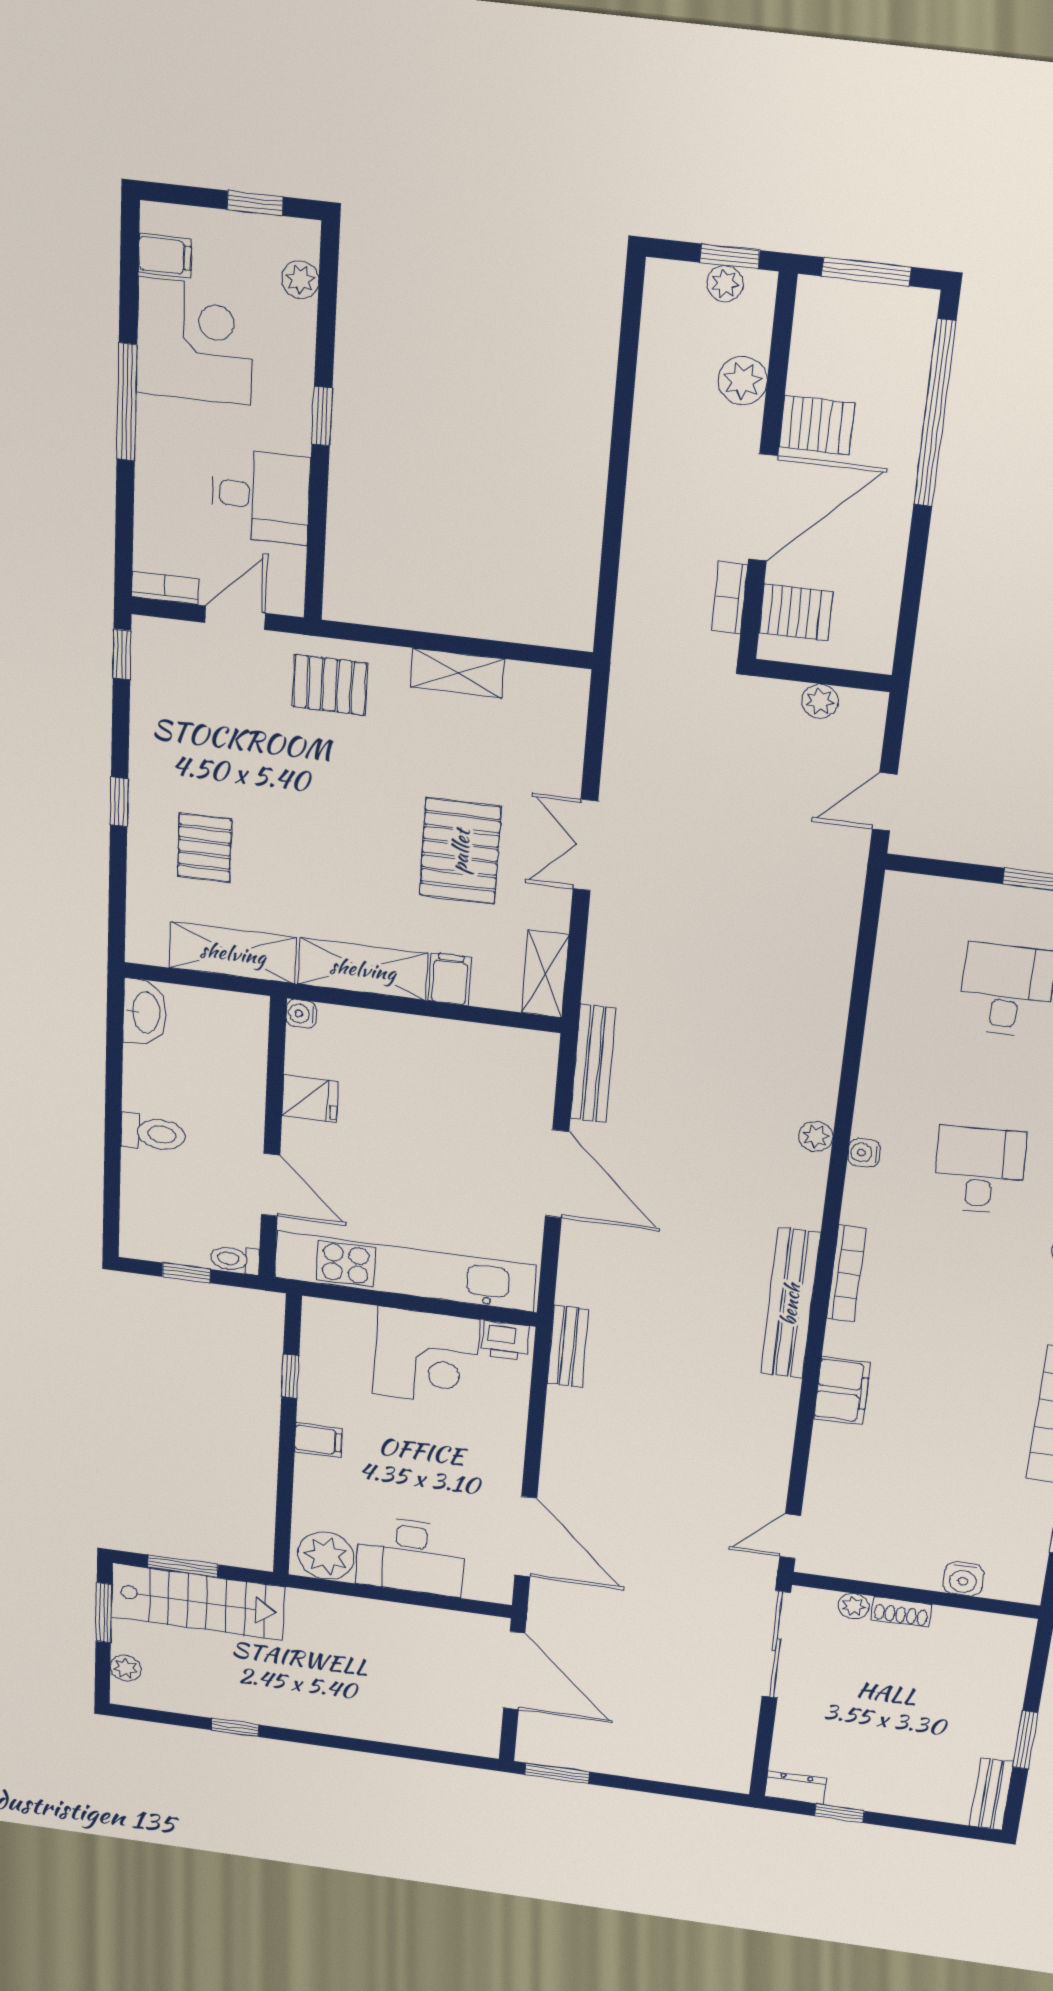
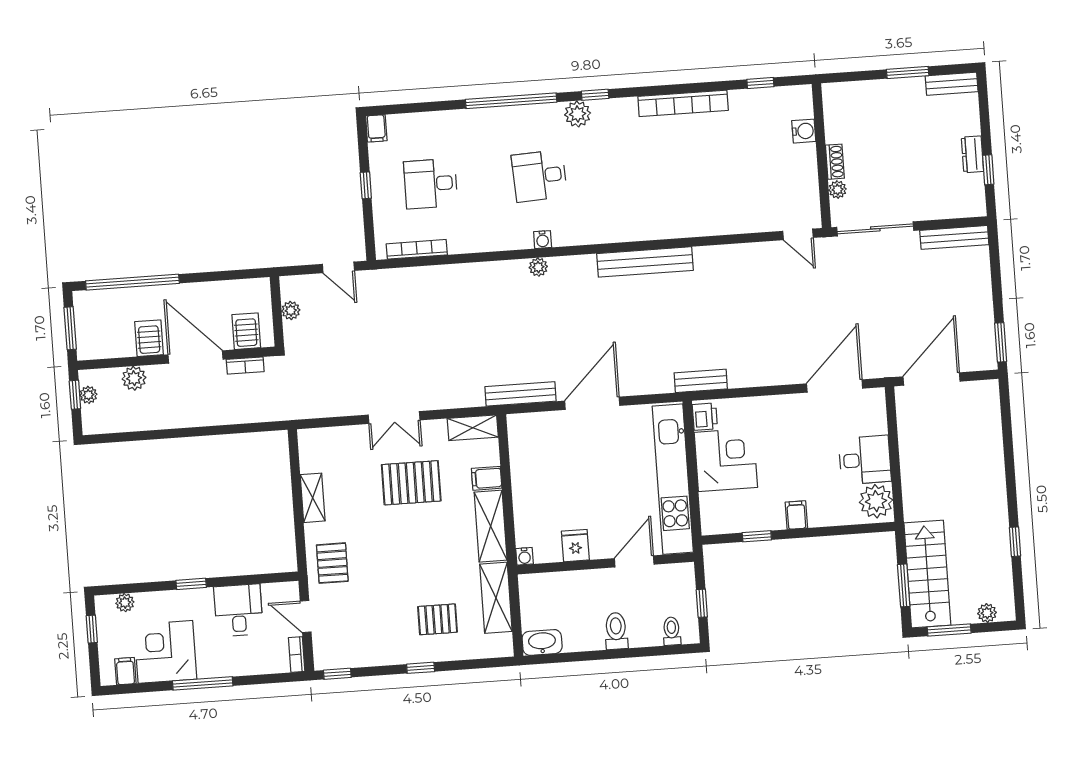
toilet: (235, 1259) -> (672, 631), moved, turned 180
bookcase: (846, 1274) -> (417, 249), moved
filing cabinet: (842, 1391) -> (694, 223), removed
desk: (410, 1556) -> (865, 460), width x0.73
bench: (739, 1747) -> (954, 237), added
dresser: (795, 1788) -> (972, 154), moved

